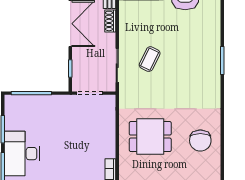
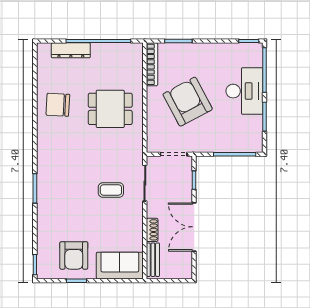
coffee table: (150, 59) -> (111, 190), turned 64
chair: (200, 141) -> (58, 105), turned -87
armchair: (76, 143) -> (188, 102), added

